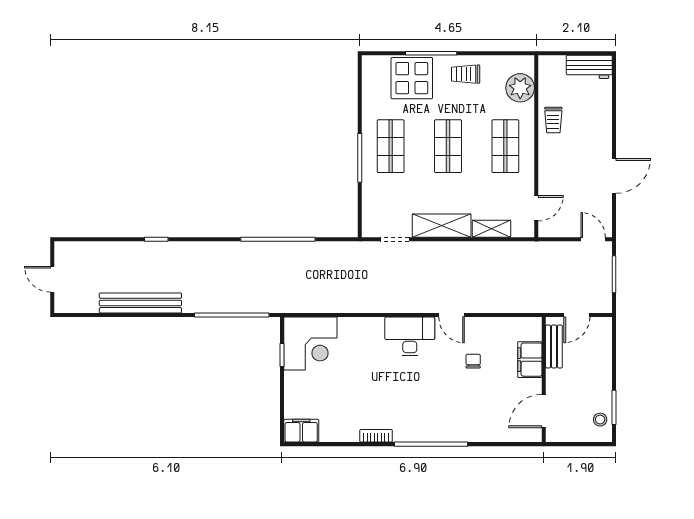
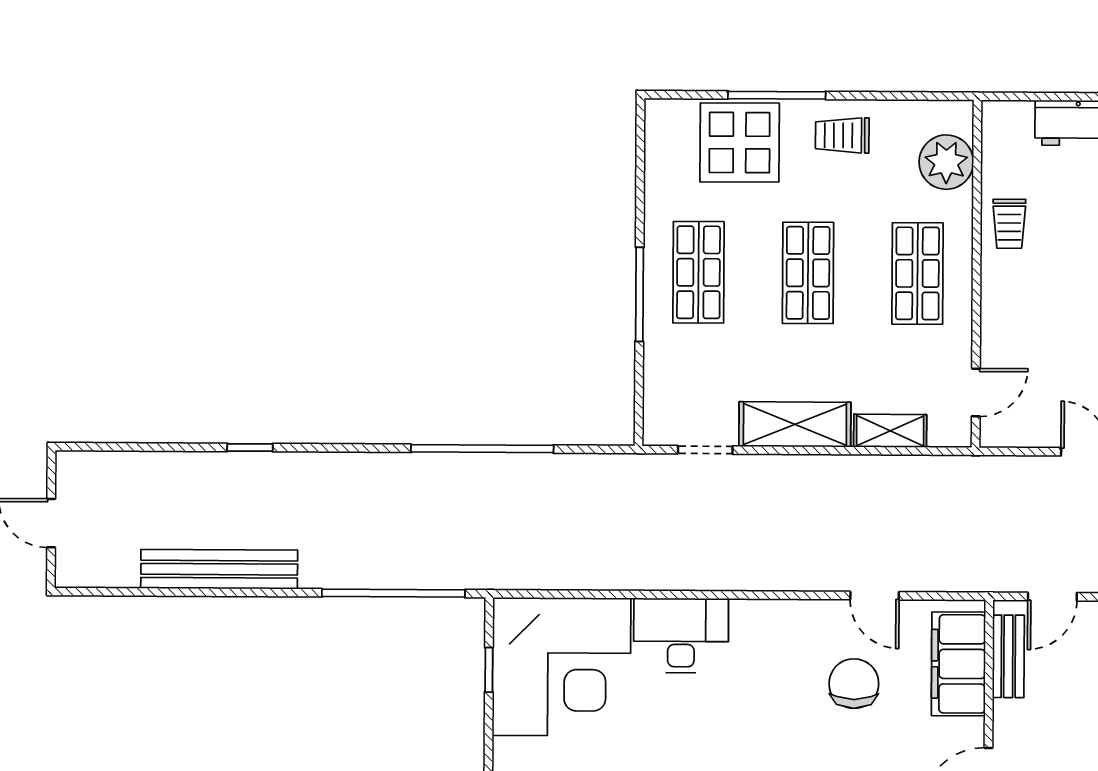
door: (452, 315) -> (875, 596), moved
desk: (410, 336) -> (681, 636), moved
corner desk: (310, 344) -> (562, 667), width x1.36, depth x1.36
filing cabinet: (530, 360) -> (958, 664), width x1.50, depth x1.17
chair: (473, 361) -> (854, 684), width x1.87, depth x1.87

